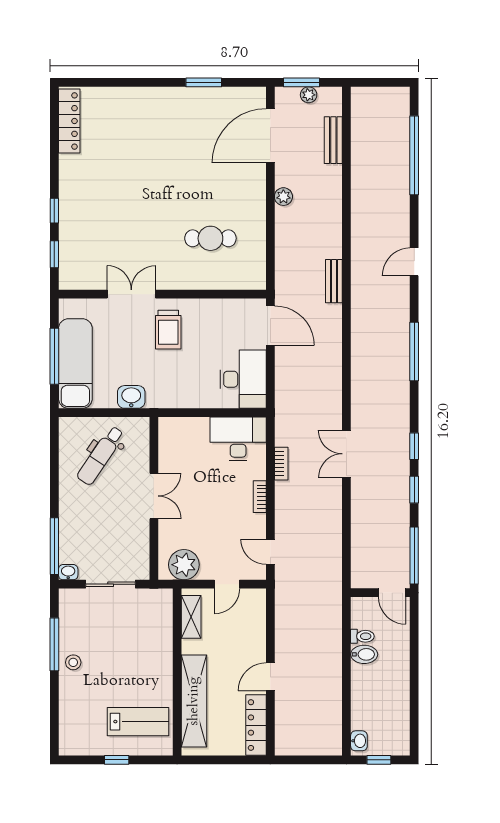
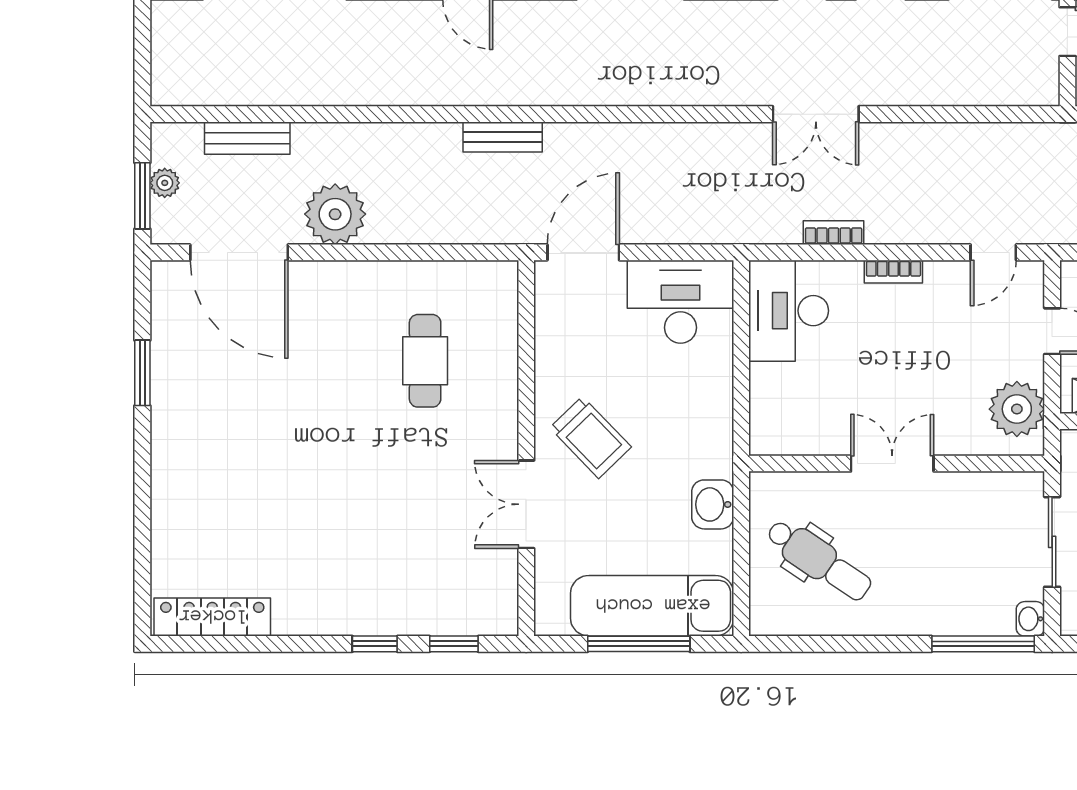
plant: (283, 197) -> (335, 214), width x1.88, depth x1.88
trolley: (168, 330) -> (590, 437), turned 46

